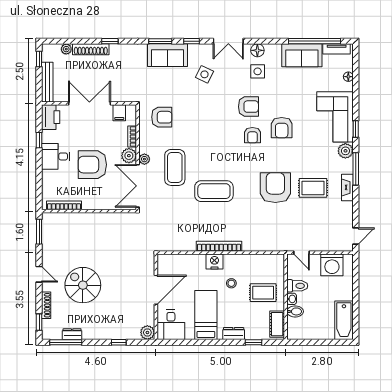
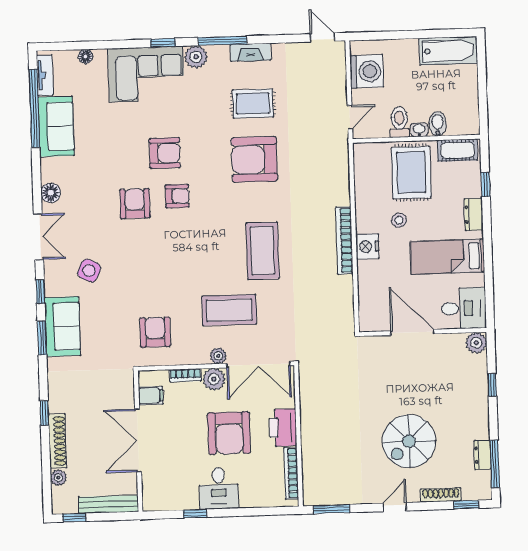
side table: (258, 71) -> (82, 192), removed
printer: (51, 117) -> (283, 427), moved, turned -90
rug: (313, 188) -> (253, 103), turned 90
rug: (263, 293) -> (411, 172), width x1.36, depth x1.43

